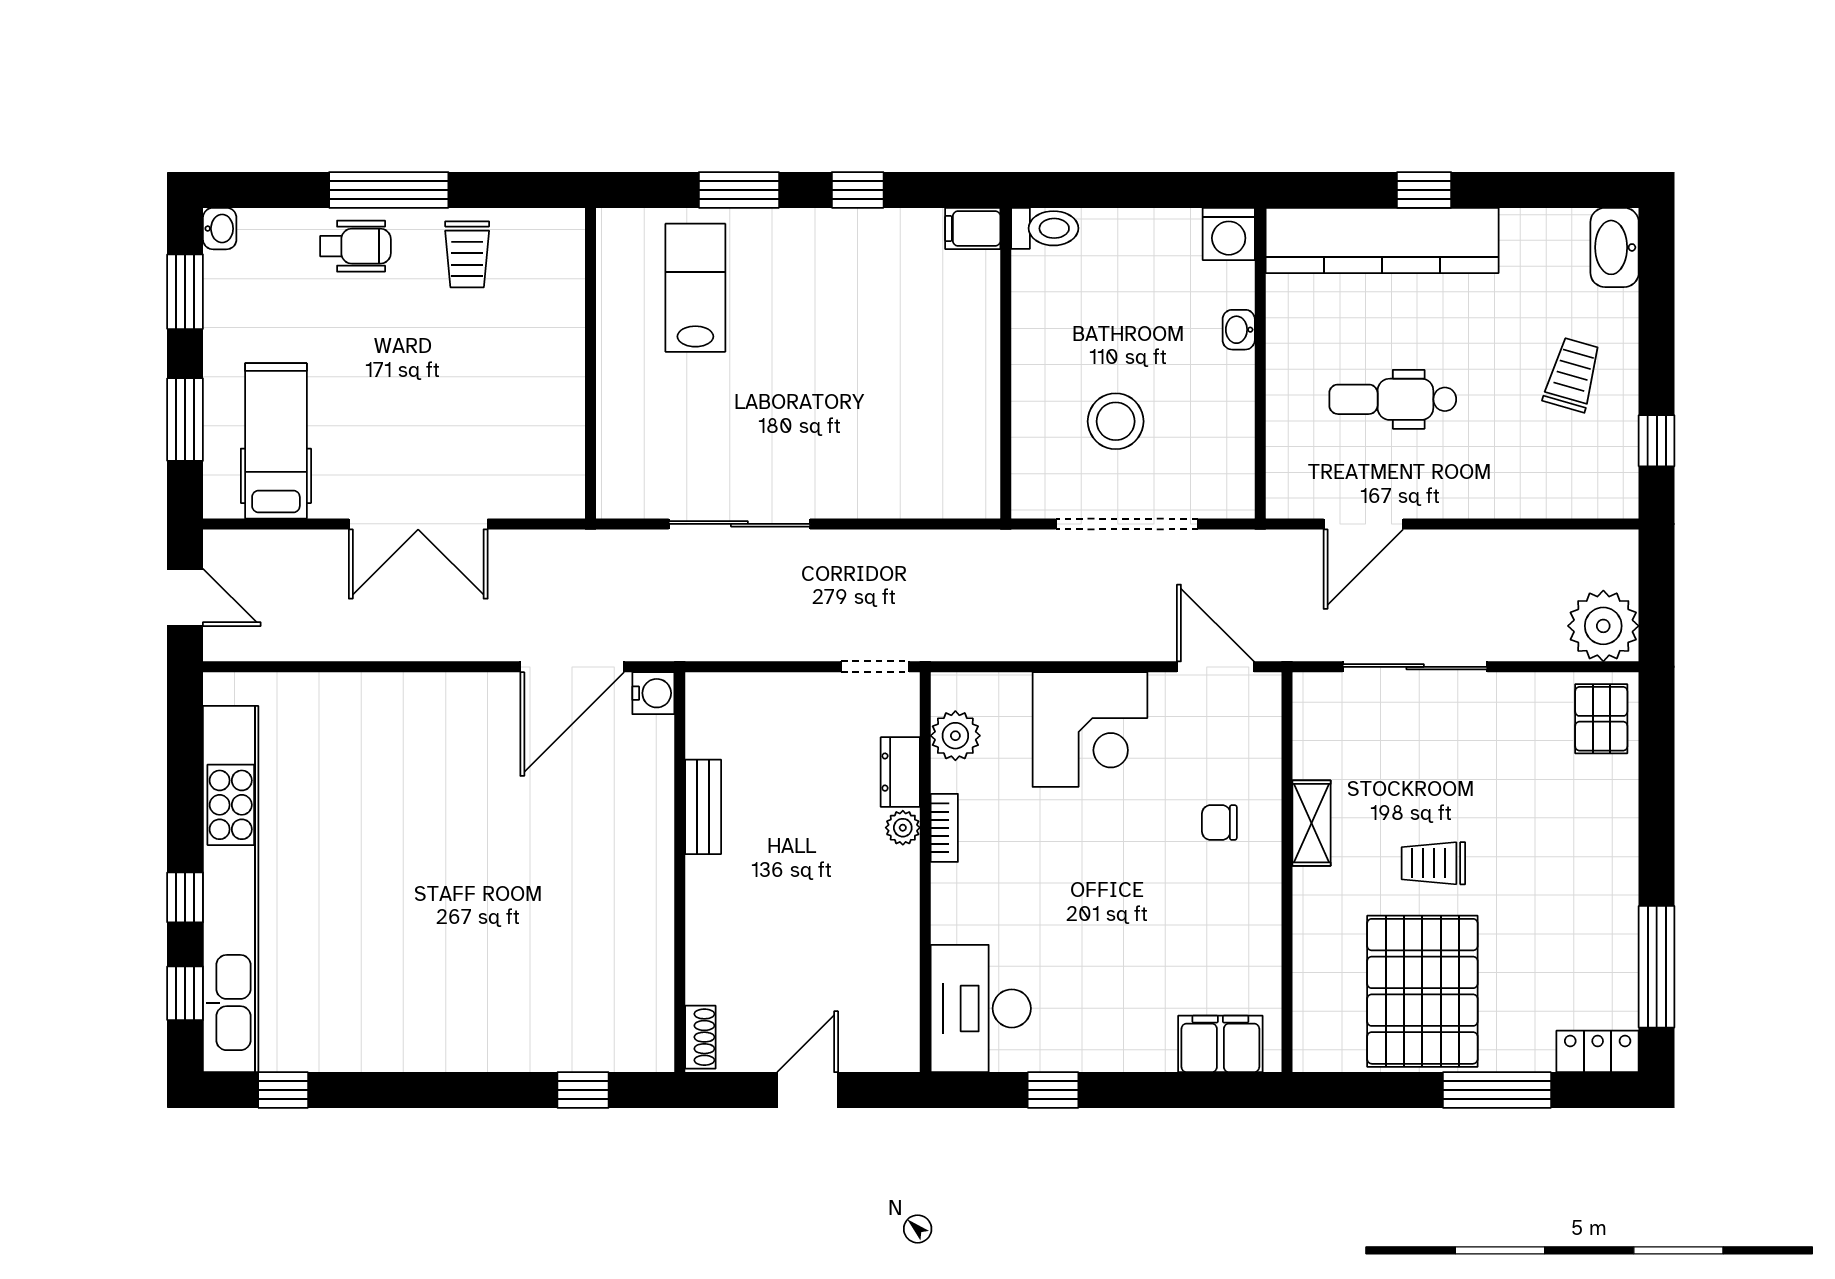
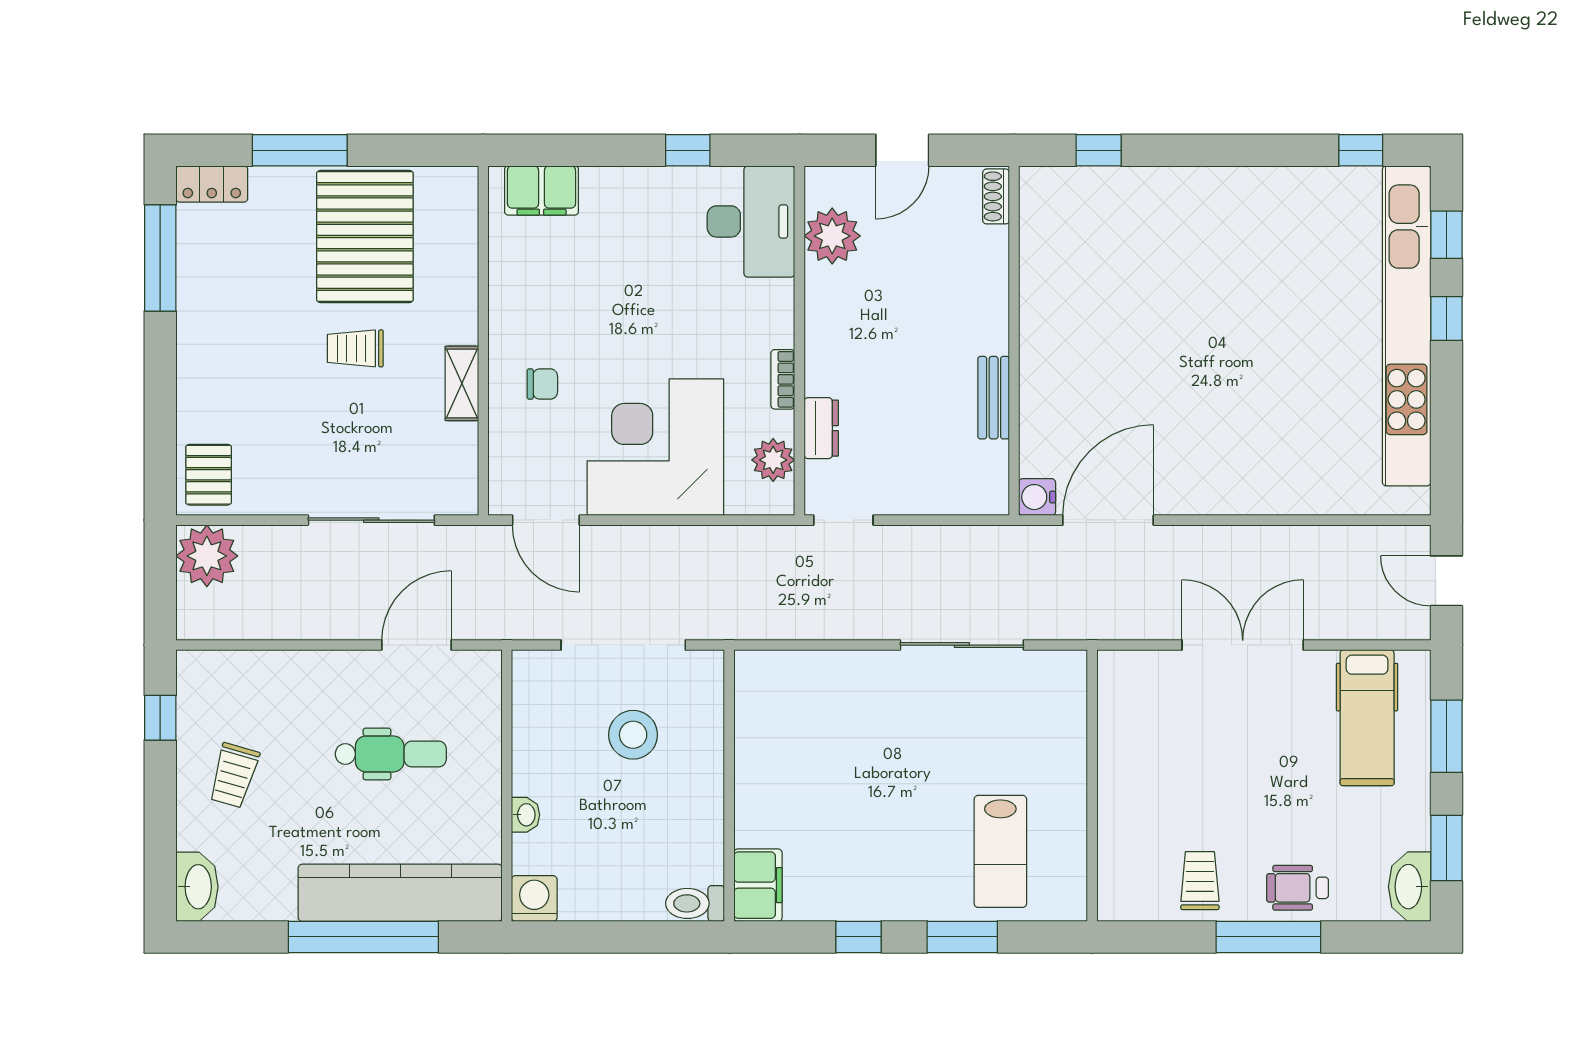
window: (1424, 190) -> (363, 937), width x3.17
washbasin: (220, 229) -> (1410, 887), width x1.91, depth x1.45
filing cabinet: (973, 229) -> (758, 885), width x2.00
corner desk: (1090, 730) -> (655, 447), width x1.36, depth x1.36
plant: (903, 828) -> (832, 236), moved, width x1.88, depth x1.88
trolley: (1433, 863) -> (355, 348), turned 180

